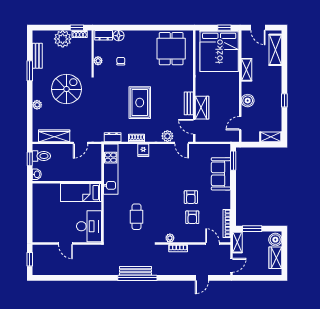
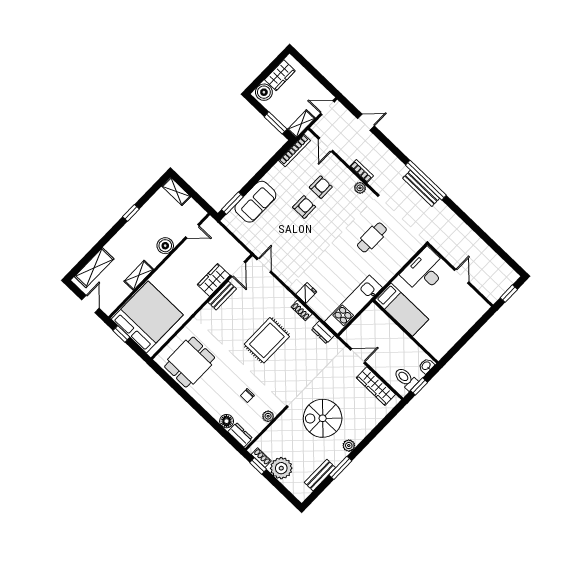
plant: (37, 105) -> (349, 446), moved
plant: (167, 136) -> (271, 284), removed

